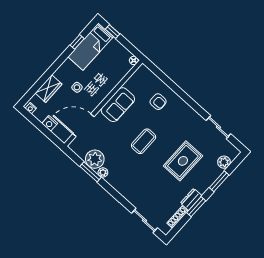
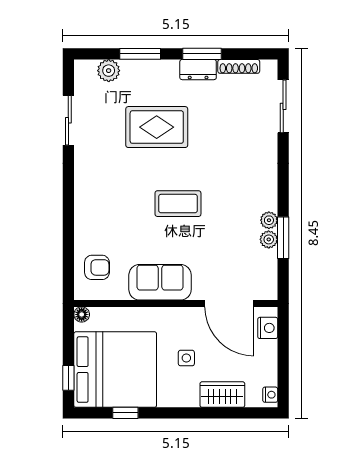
bed: (91, 47) -> (115, 370), width x2.04
armchair: (158, 102) -> (97, 267), moved, turned 90
nightstand: (50, 123) -> (268, 328), moved
plant: (95, 159) -> (269, 239), width x0.53, depth x0.53

